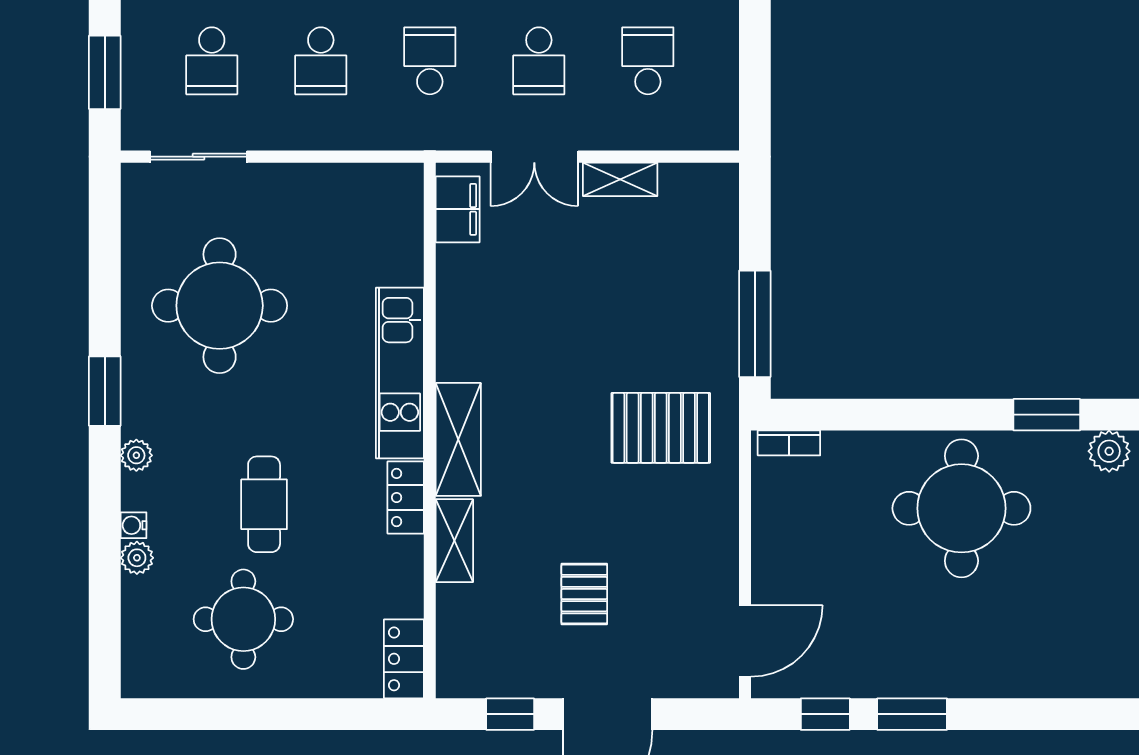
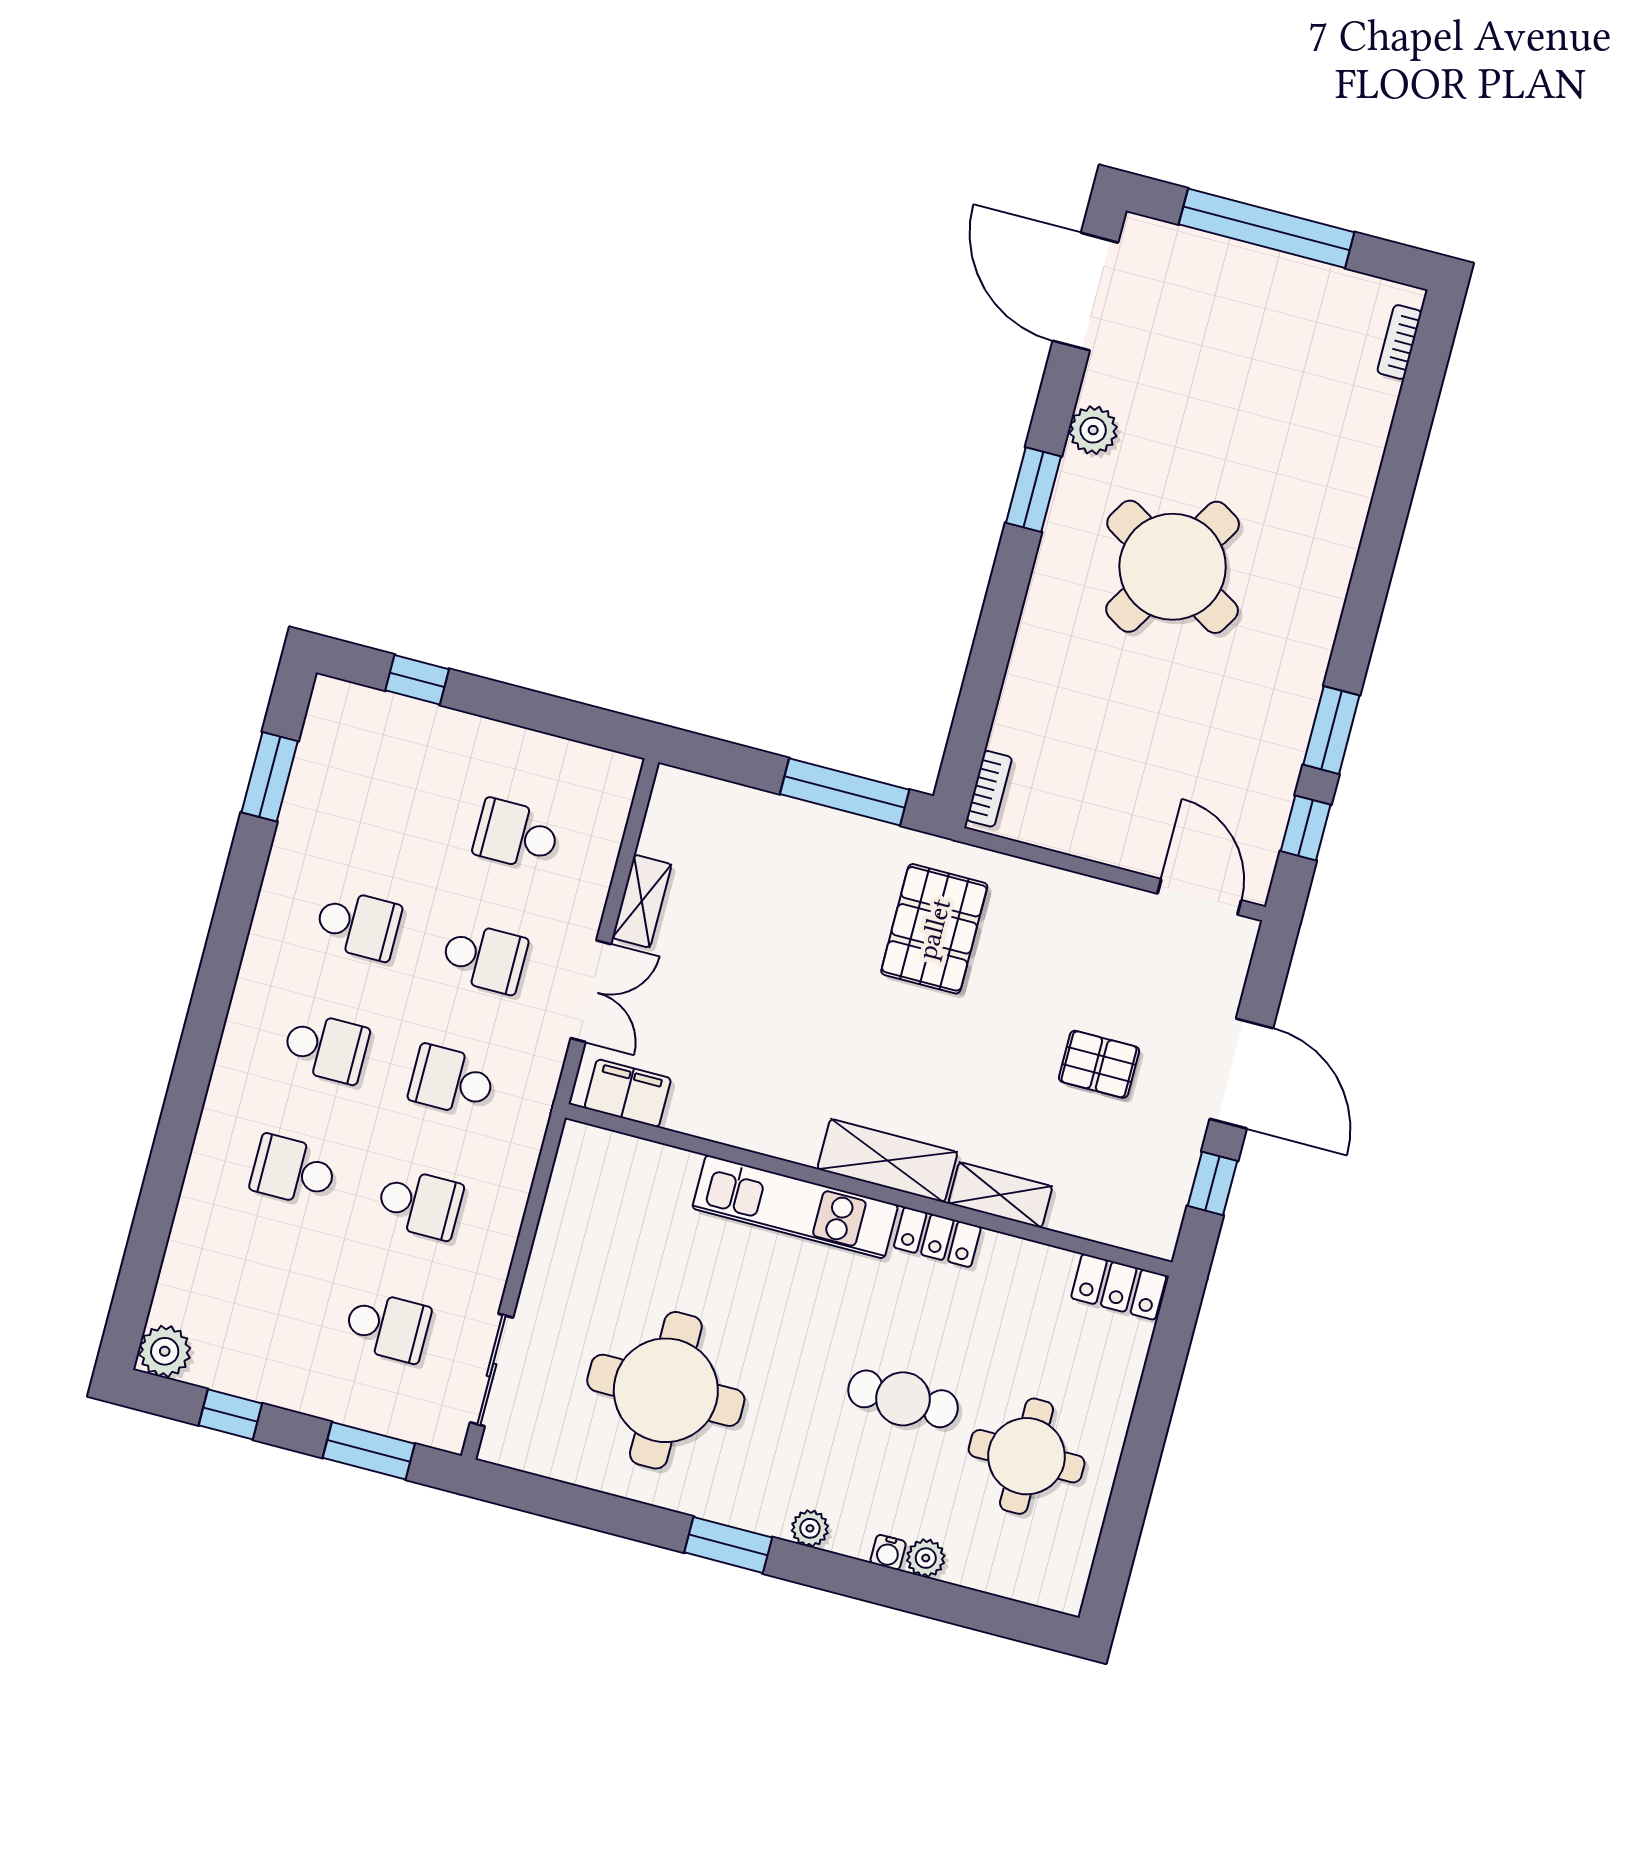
round table: (961, 508) -> (1173, 567), moved, turned 31

